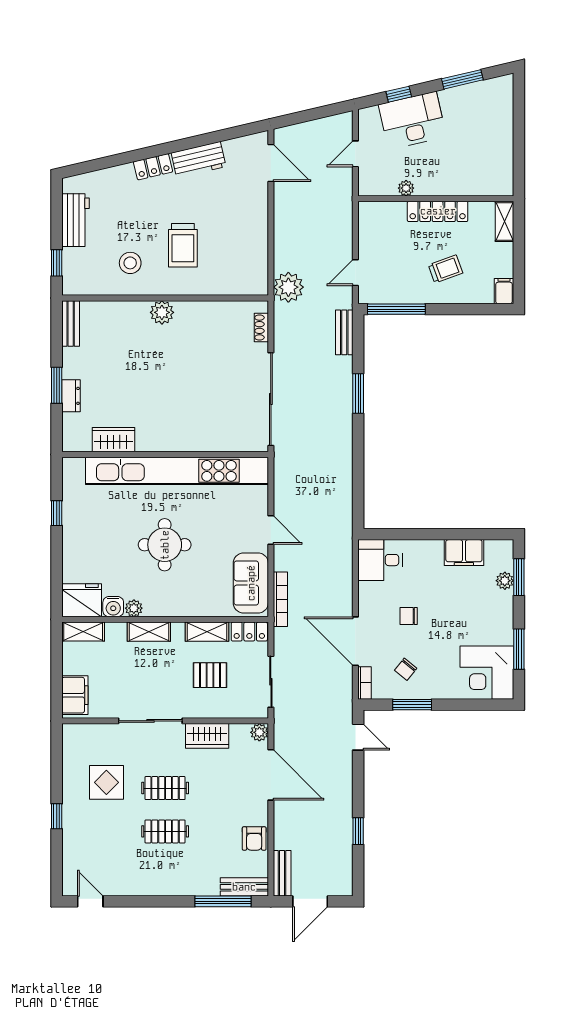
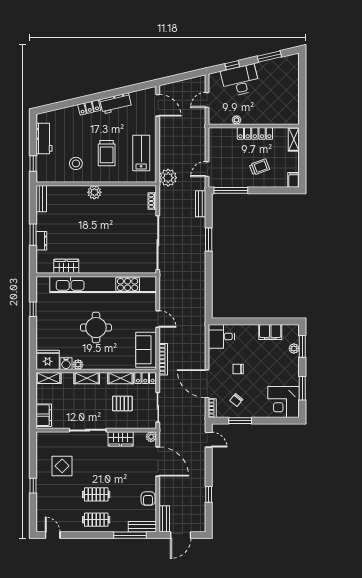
lab bench: (242, 245) -> (141, 153), added
clothes rail: (165, 788) -> (96, 520), moved

